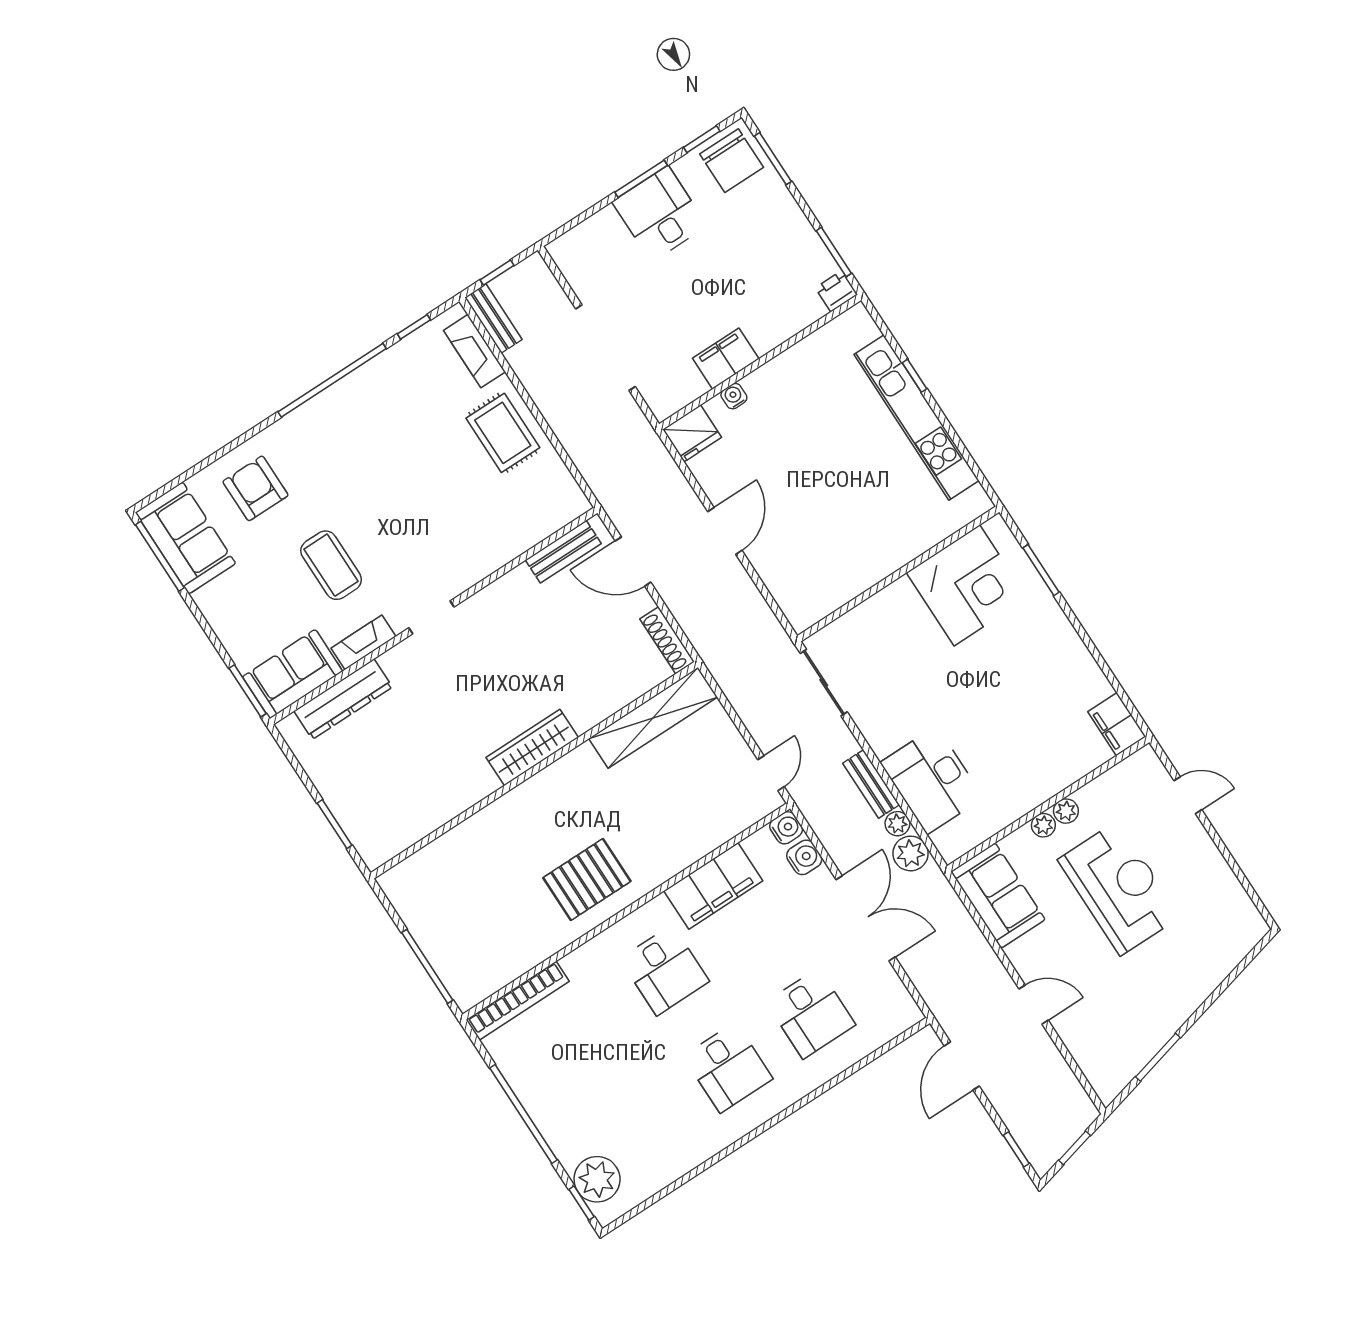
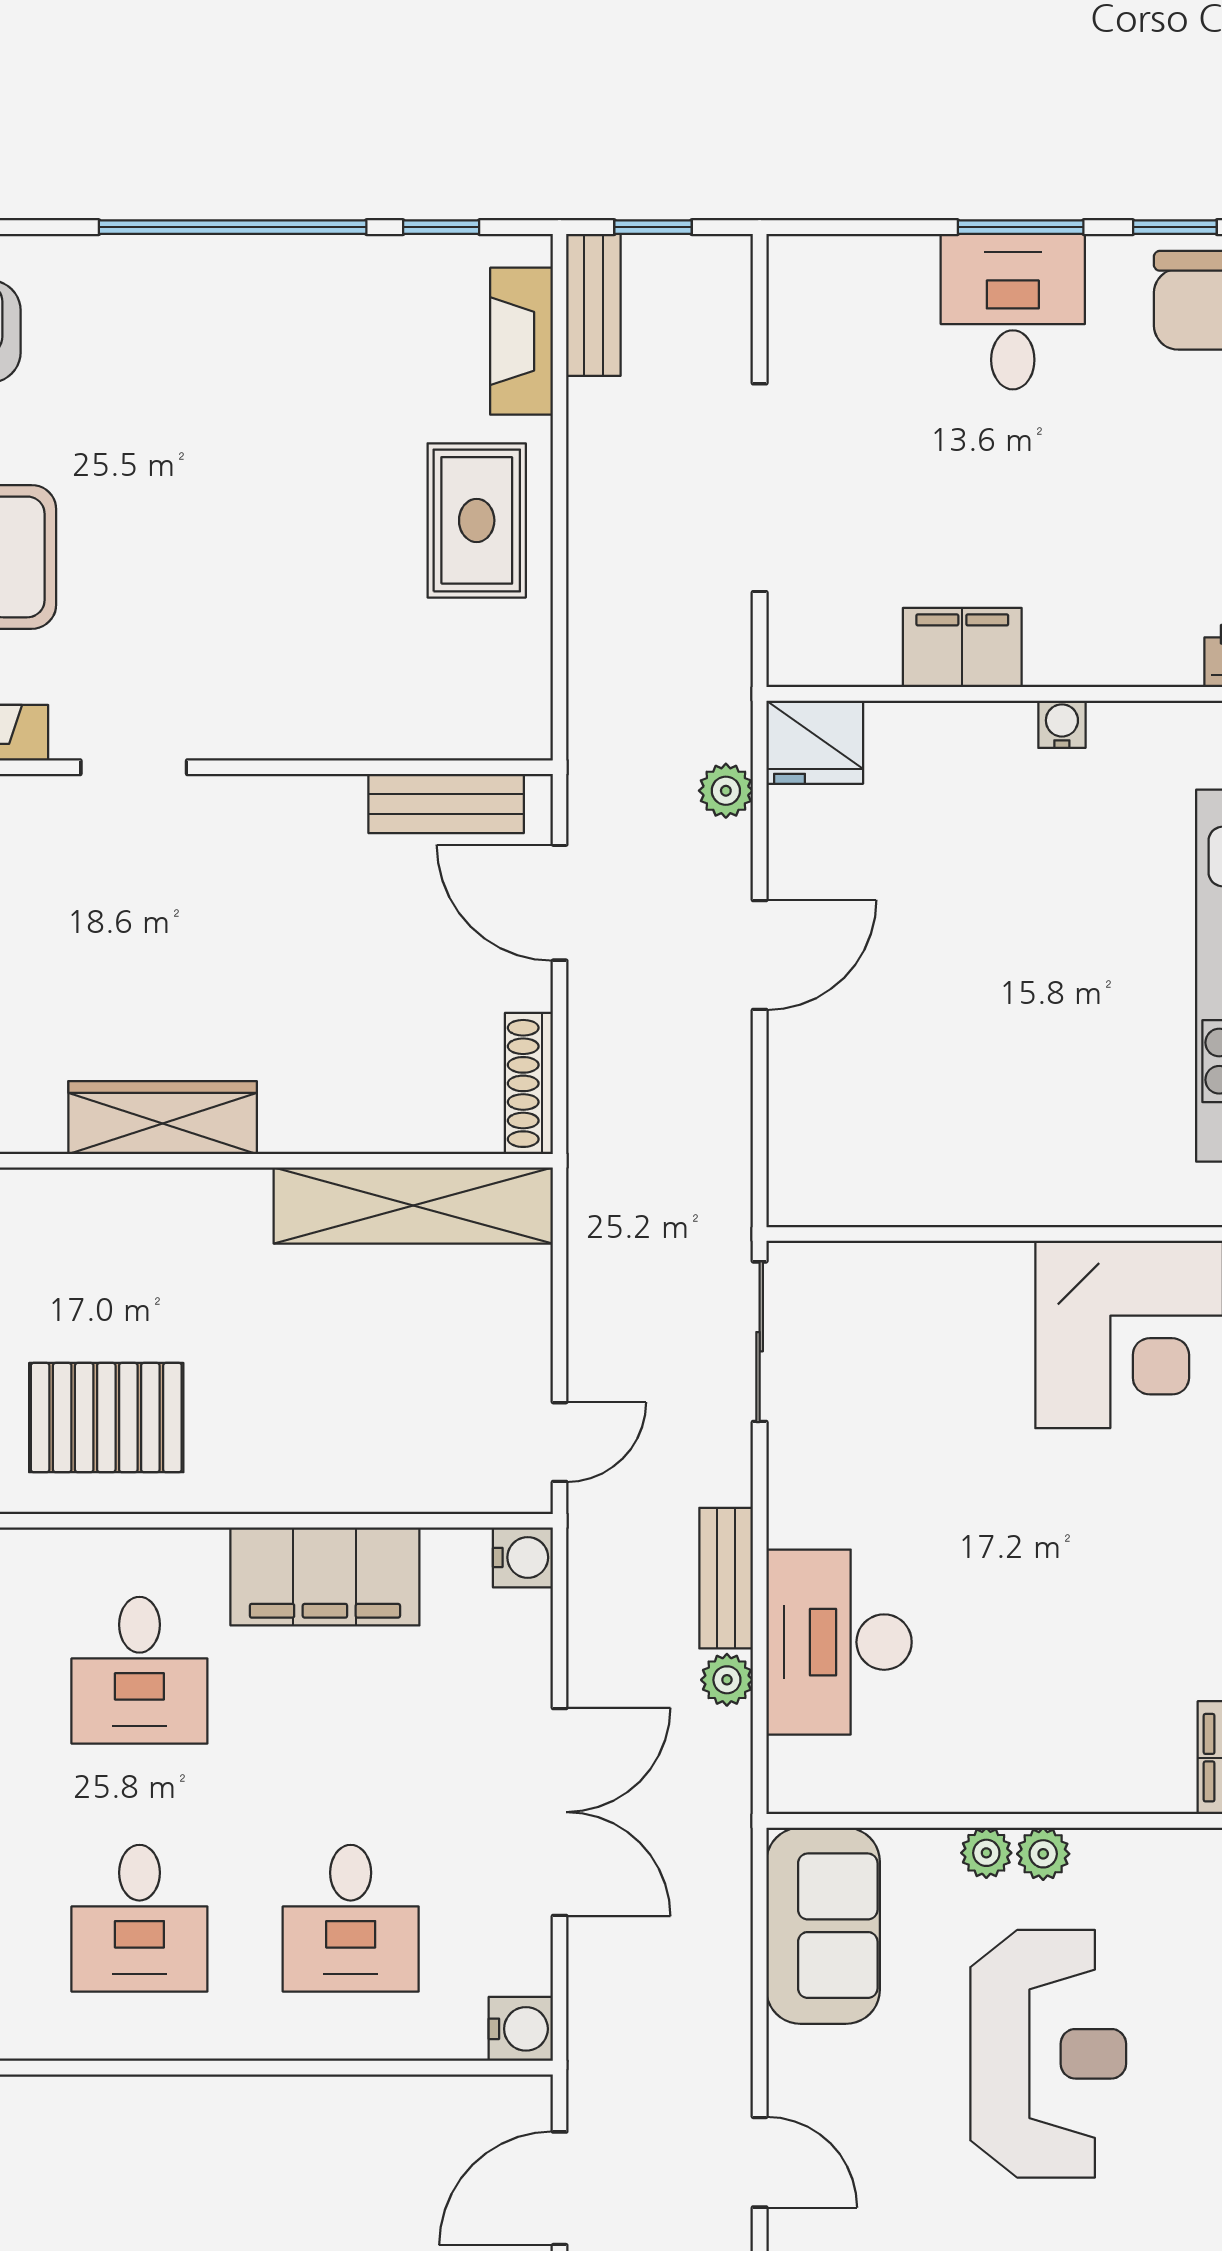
water cooler: (734, 396) -> (1062, 724), moved
plant: (911, 853) -> (726, 791), moved, width x0.73, depth x0.73
water cooler: (804, 857) -> (521, 2029), moved

